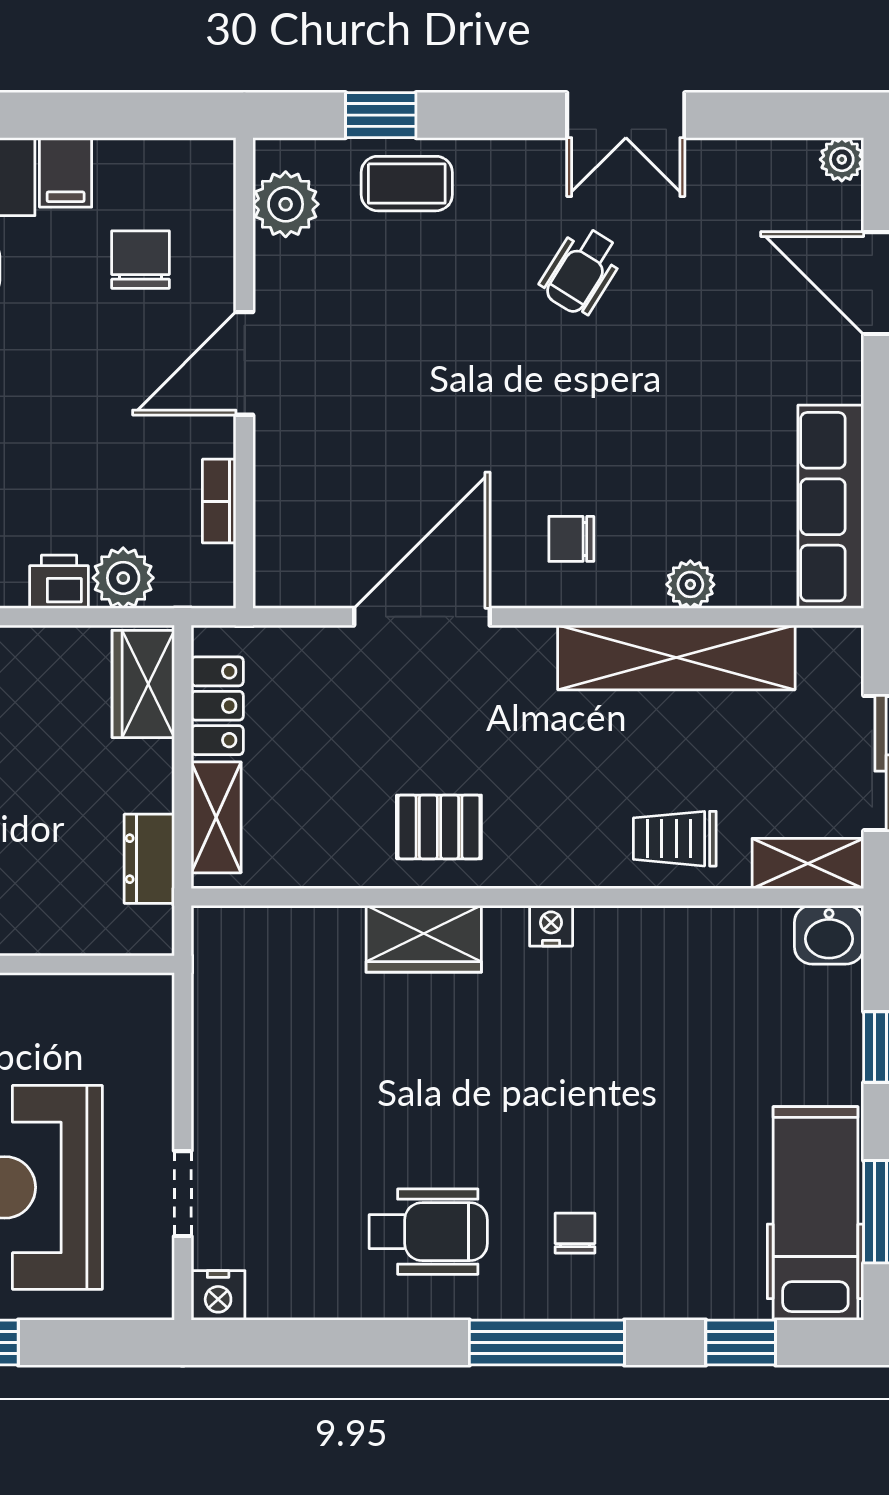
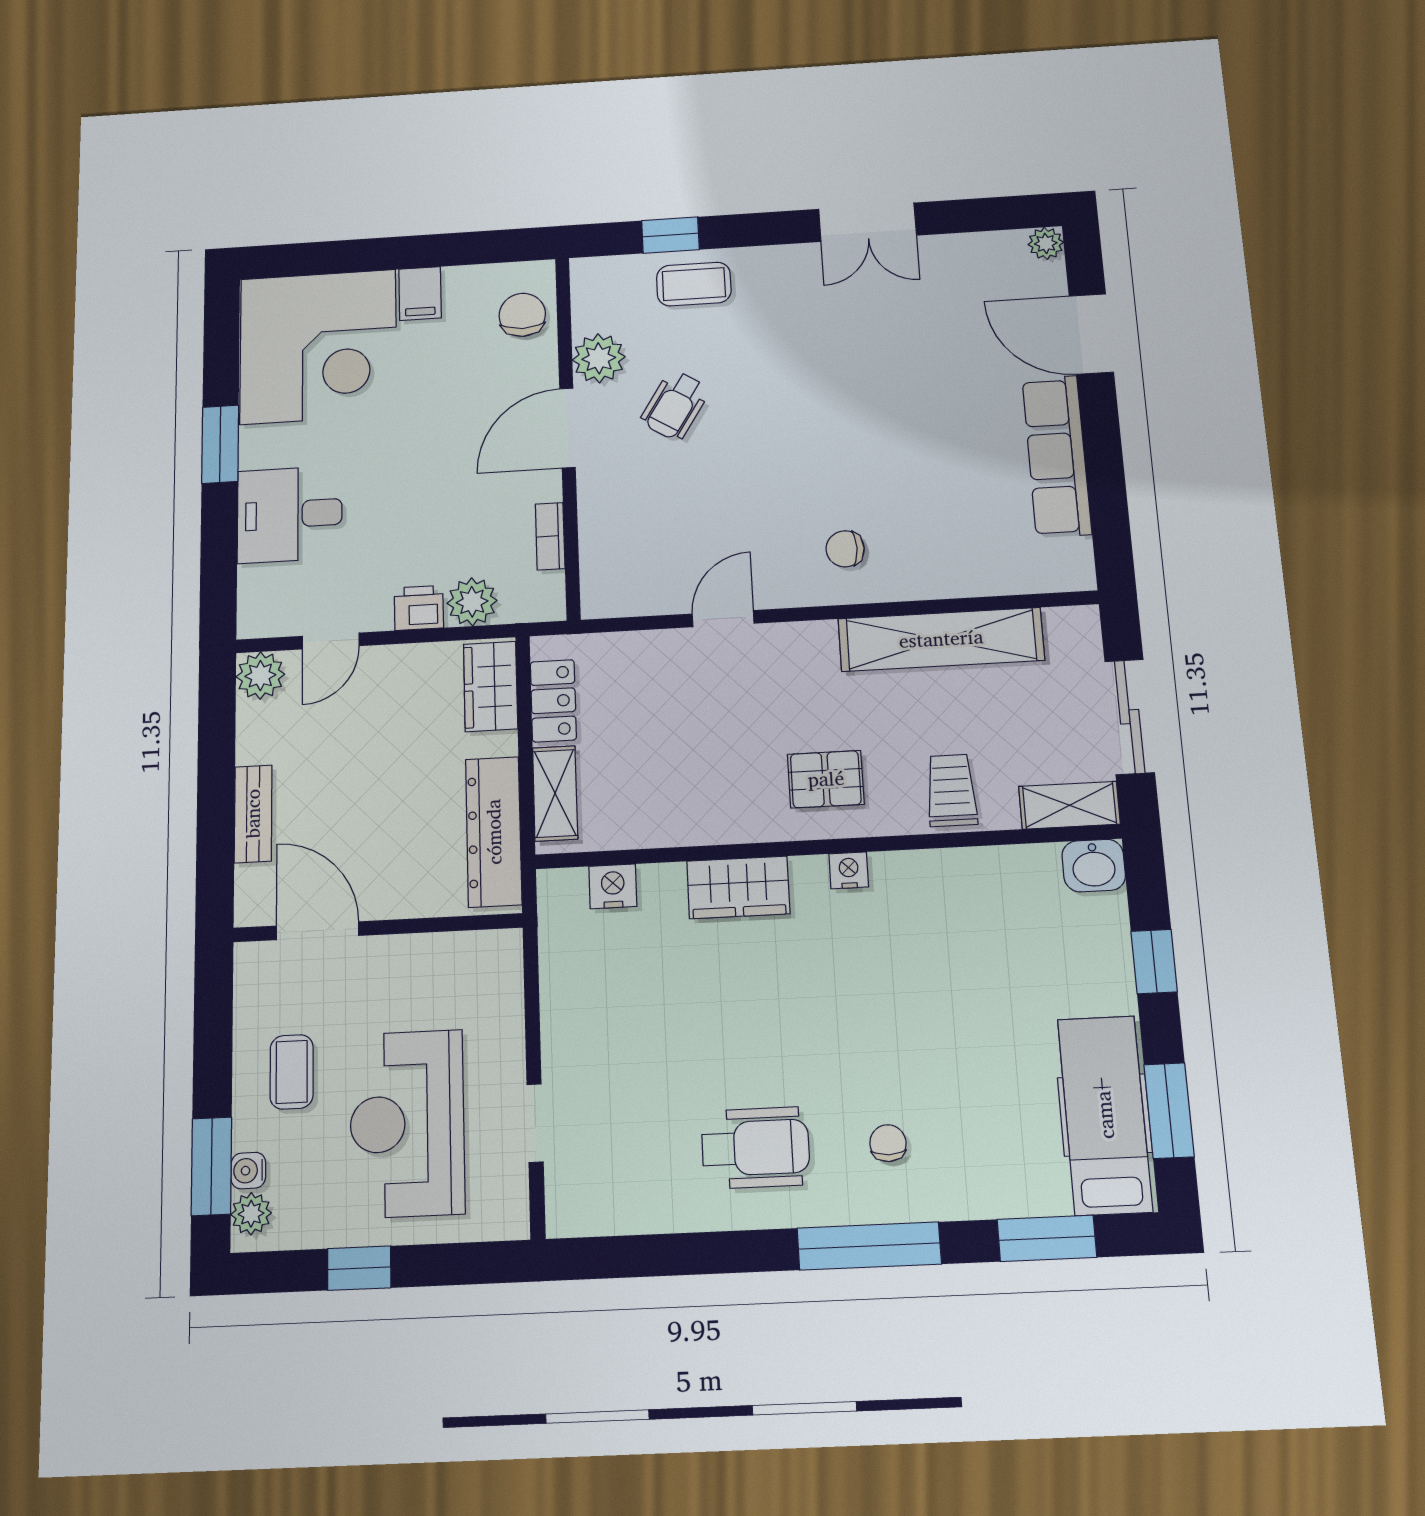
plant: (286, 204) -> (599, 358), moved
chair: (140, 260) -> (522, 315), moved
wheelchair: (581, 271) -> (675, 405), moved
row of seats: (831, 507) -> (1057, 456), moved
plant: (690, 584) -> (948, 580), removed
door: (422, 617) -> (723, 619), width x0.53
pallet: (439, 827) -> (826, 779), moved
trolley: (675, 839) -> (951, 790), turned 90
dresser: (149, 859) -> (494, 832), width x1.96, depth x1.24
nightstand: (218, 1295) -> (613, 886), moved, turned 180
window: (741, 1343) -> (1047, 1238), width x1.50

